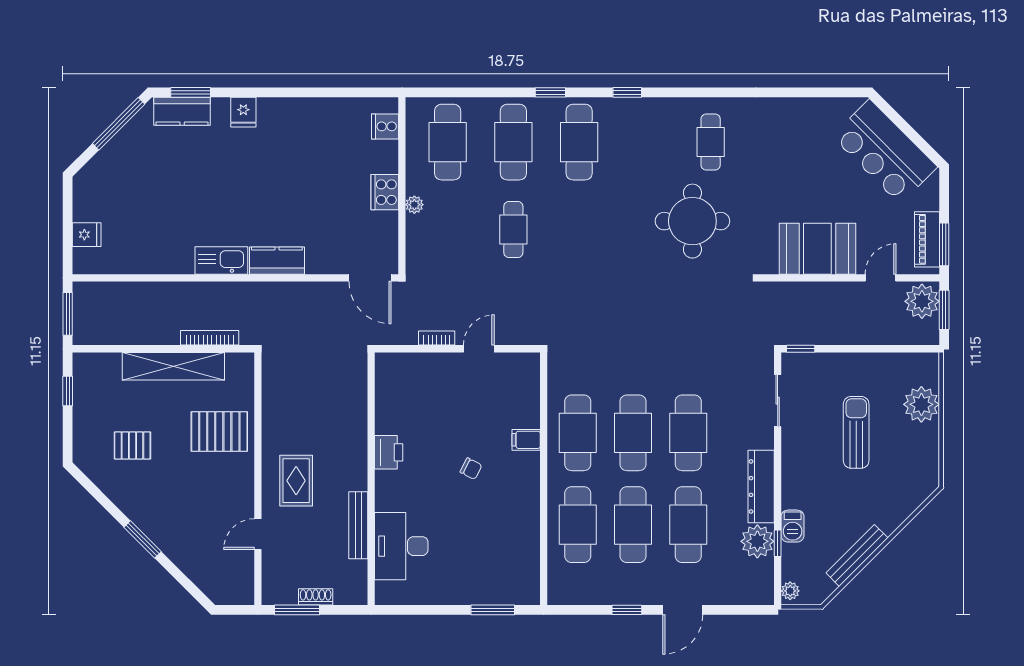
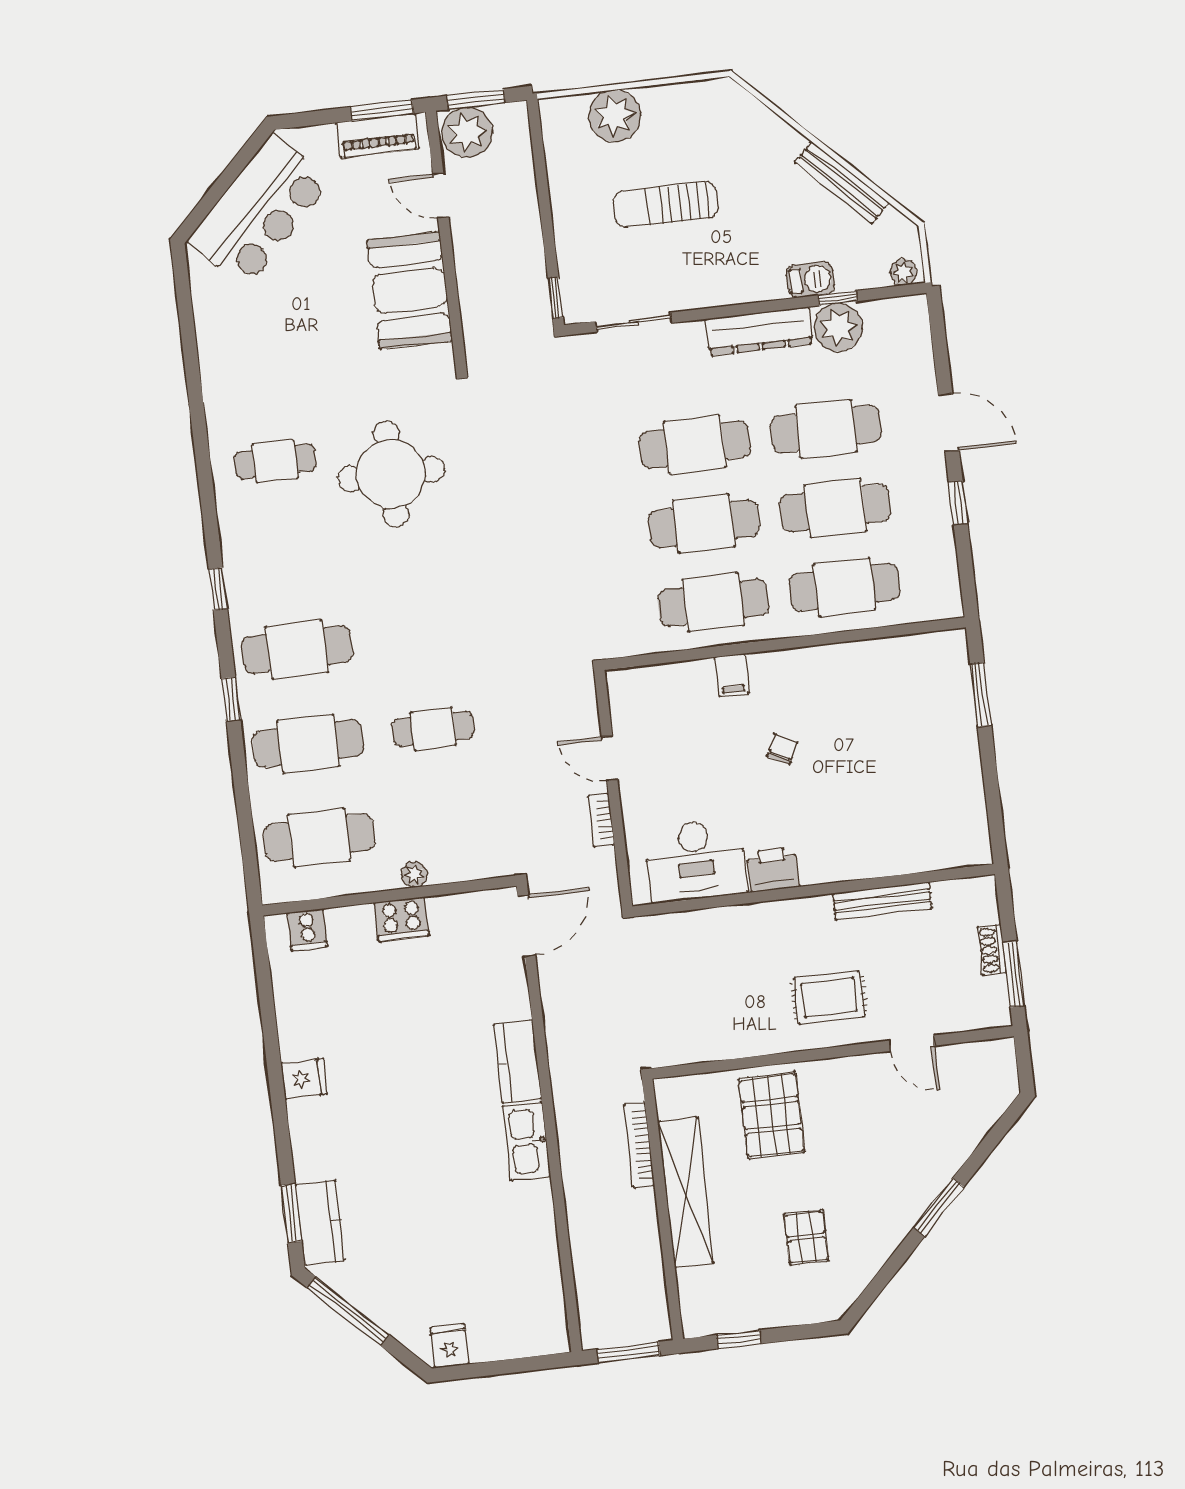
fridge: (243, 112) -> (304, 1079), moved
fridge: (87, 235) -> (449, 1346), moved
desk: (401, 546) -> (696, 860), moved

